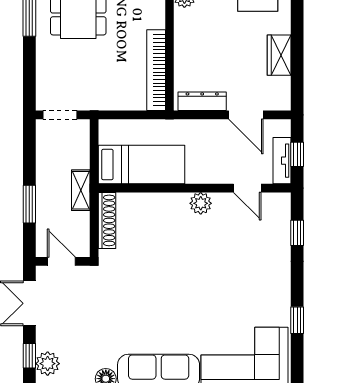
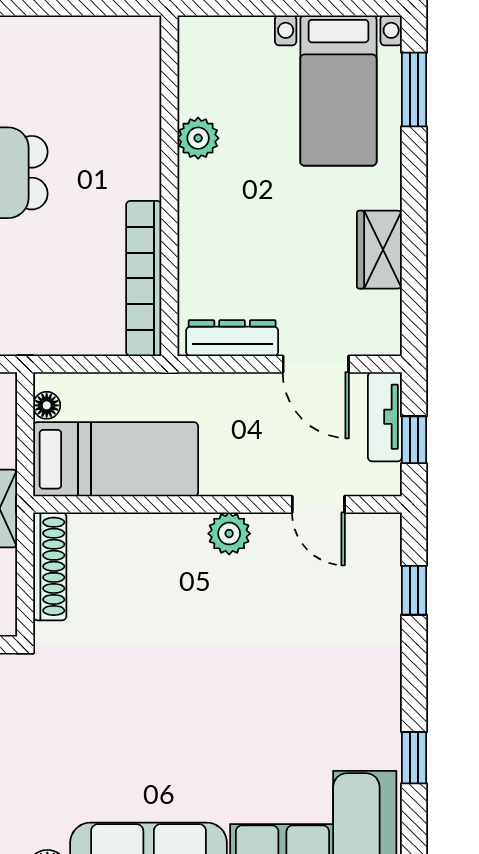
floor lamp: (105, 136) -> (47, 405), added
tv unit: (282, 161) -> (385, 417), moved

